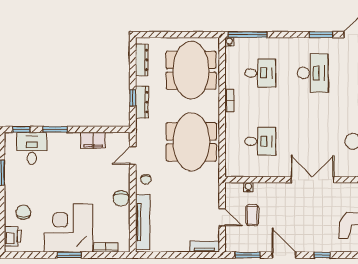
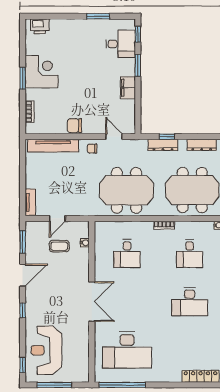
filing cabinet: (93, 140) -> (128, 88), moved
chair: (23, 212) -> (62, 36), removed
corner desk: (68, 228) -> (42, 72), width x0.74, depth x0.74

